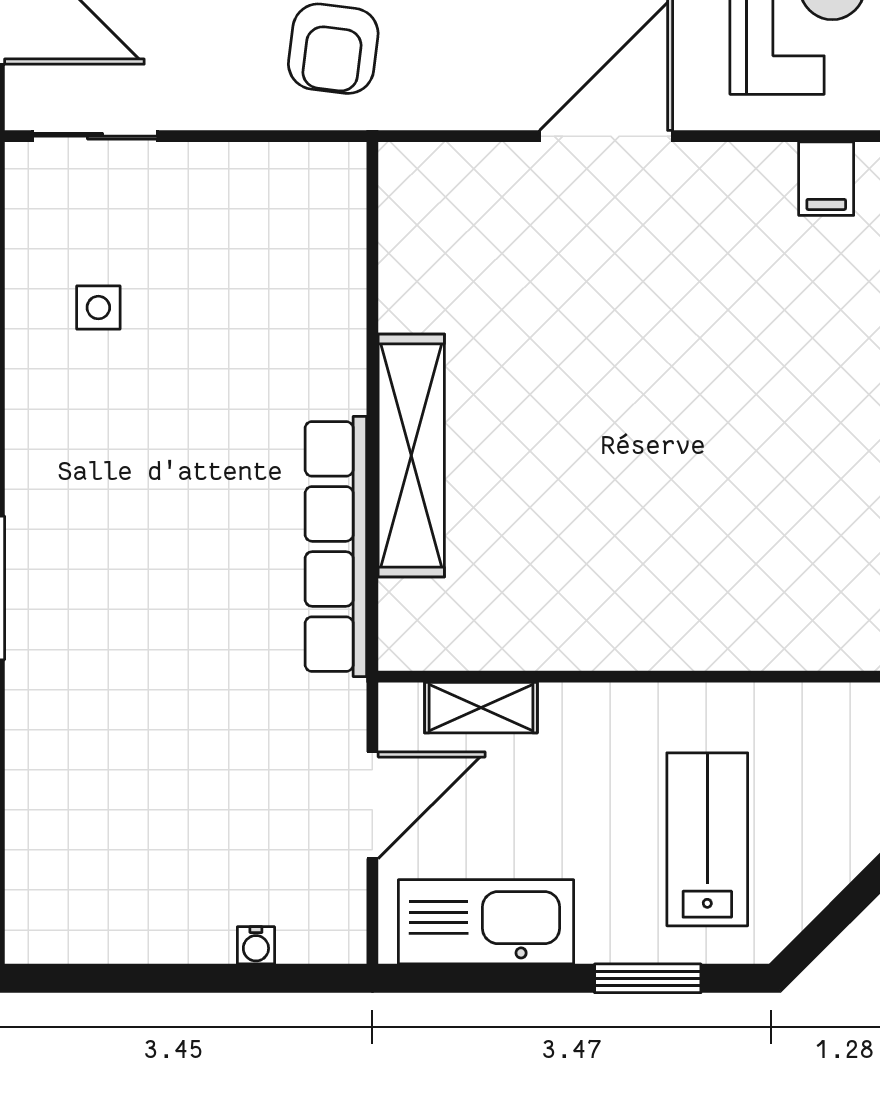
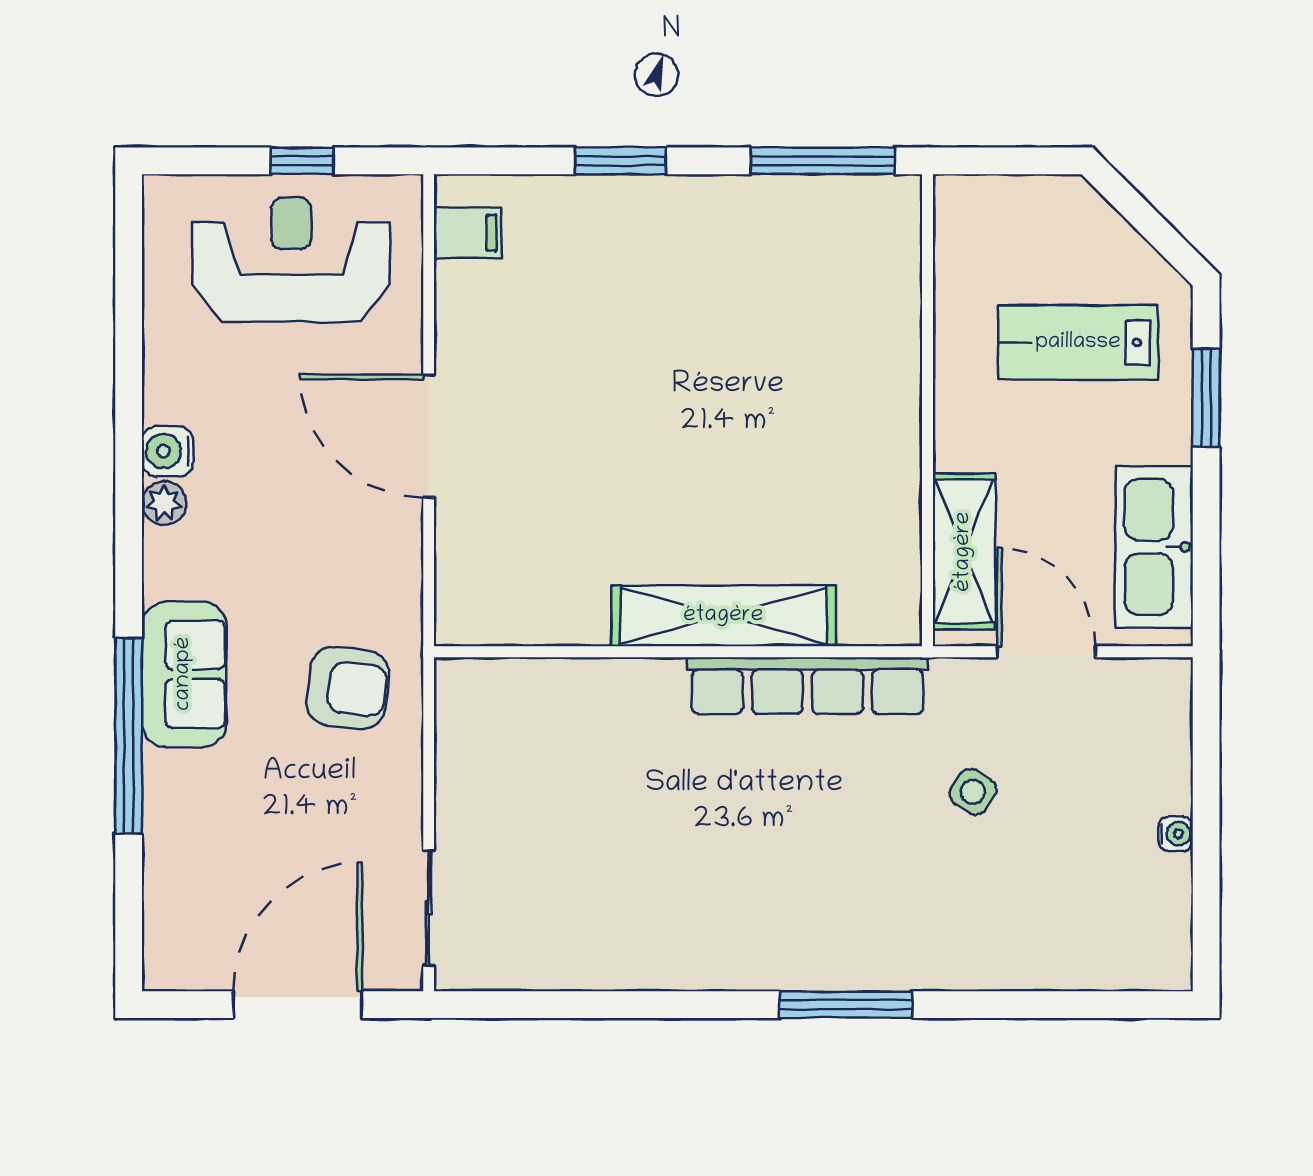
side table: (98, 308) -> (973, 792), moved, turned 33
shelving: (481, 708) -> (964, 552), width x1.50, depth x1.33
water cooler: (256, 945) -> (1176, 834), moved

